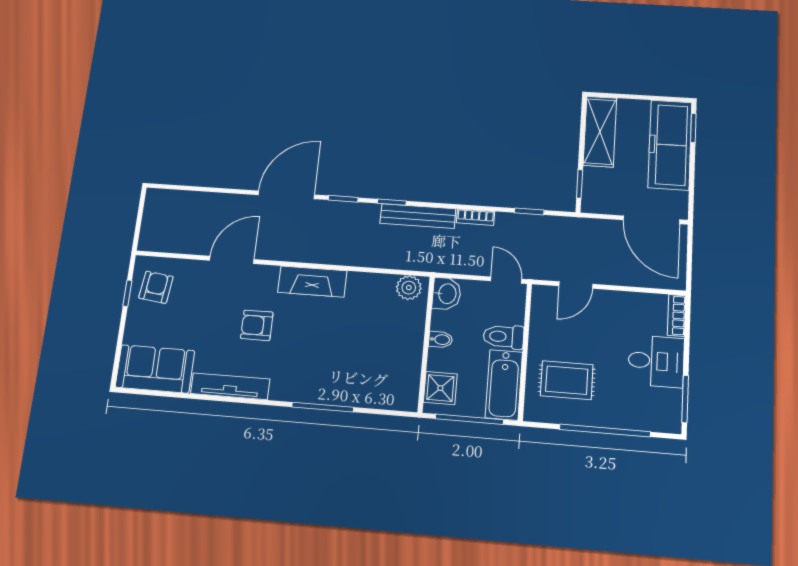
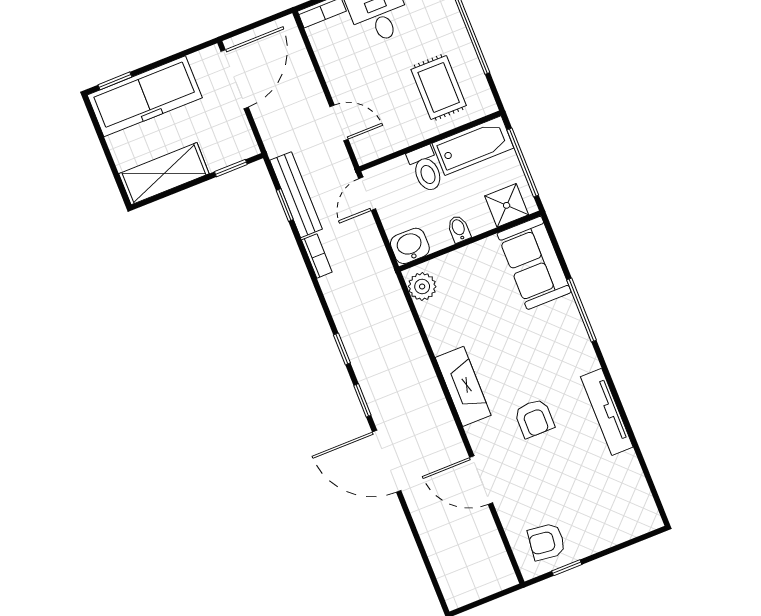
bench: (418, 216) -> (296, 195), moved
sofa: (155, 369) -> (534, 263), moved

